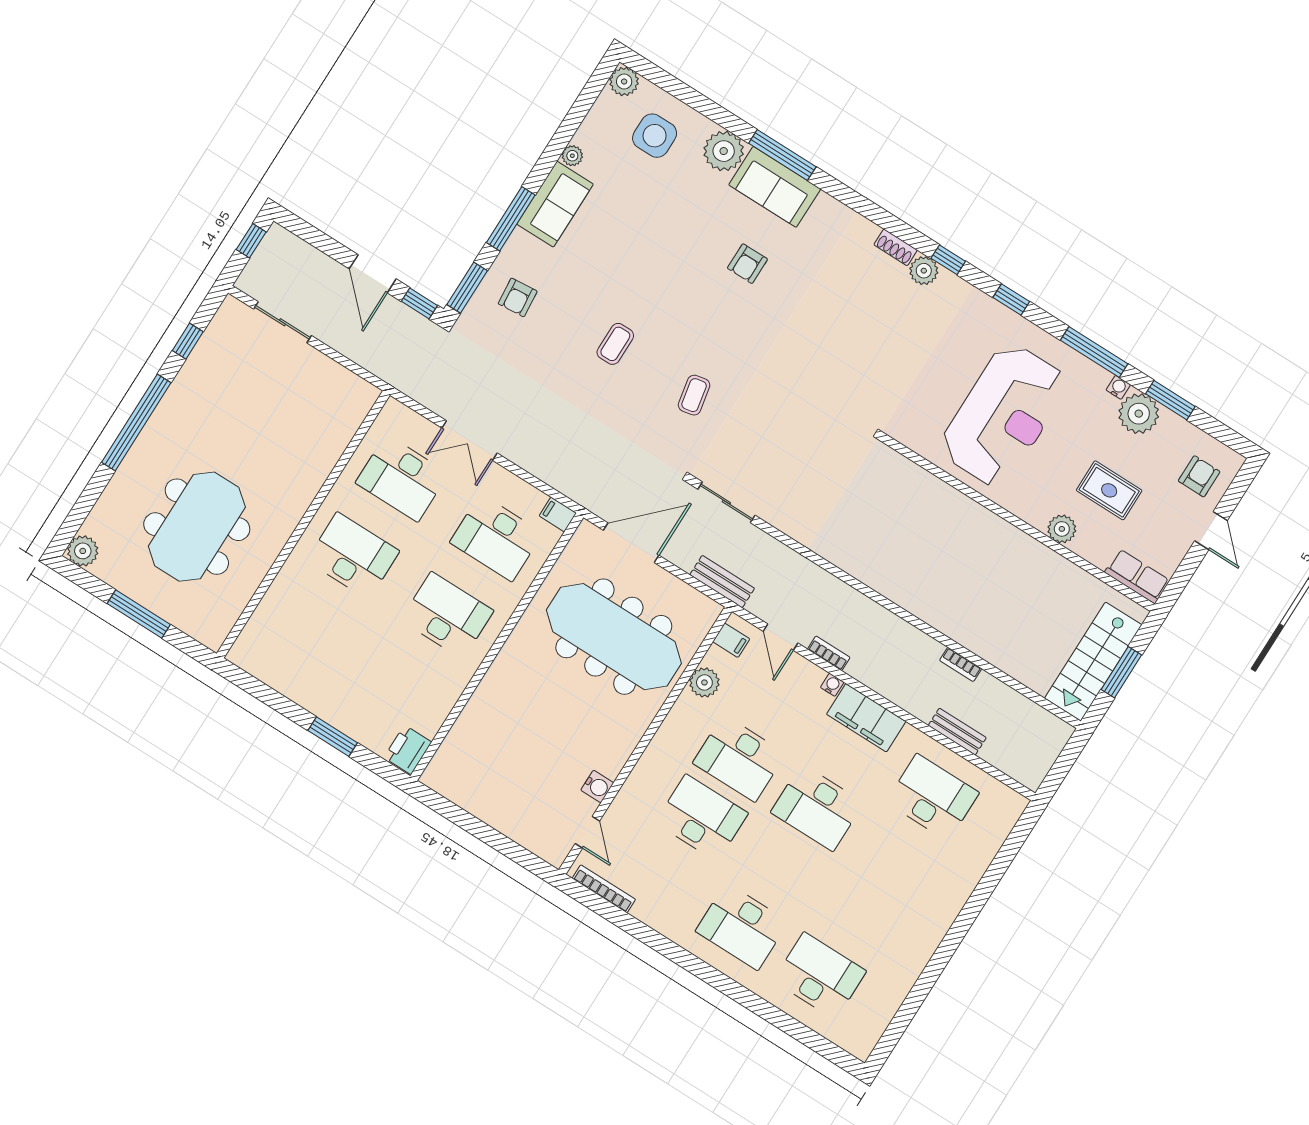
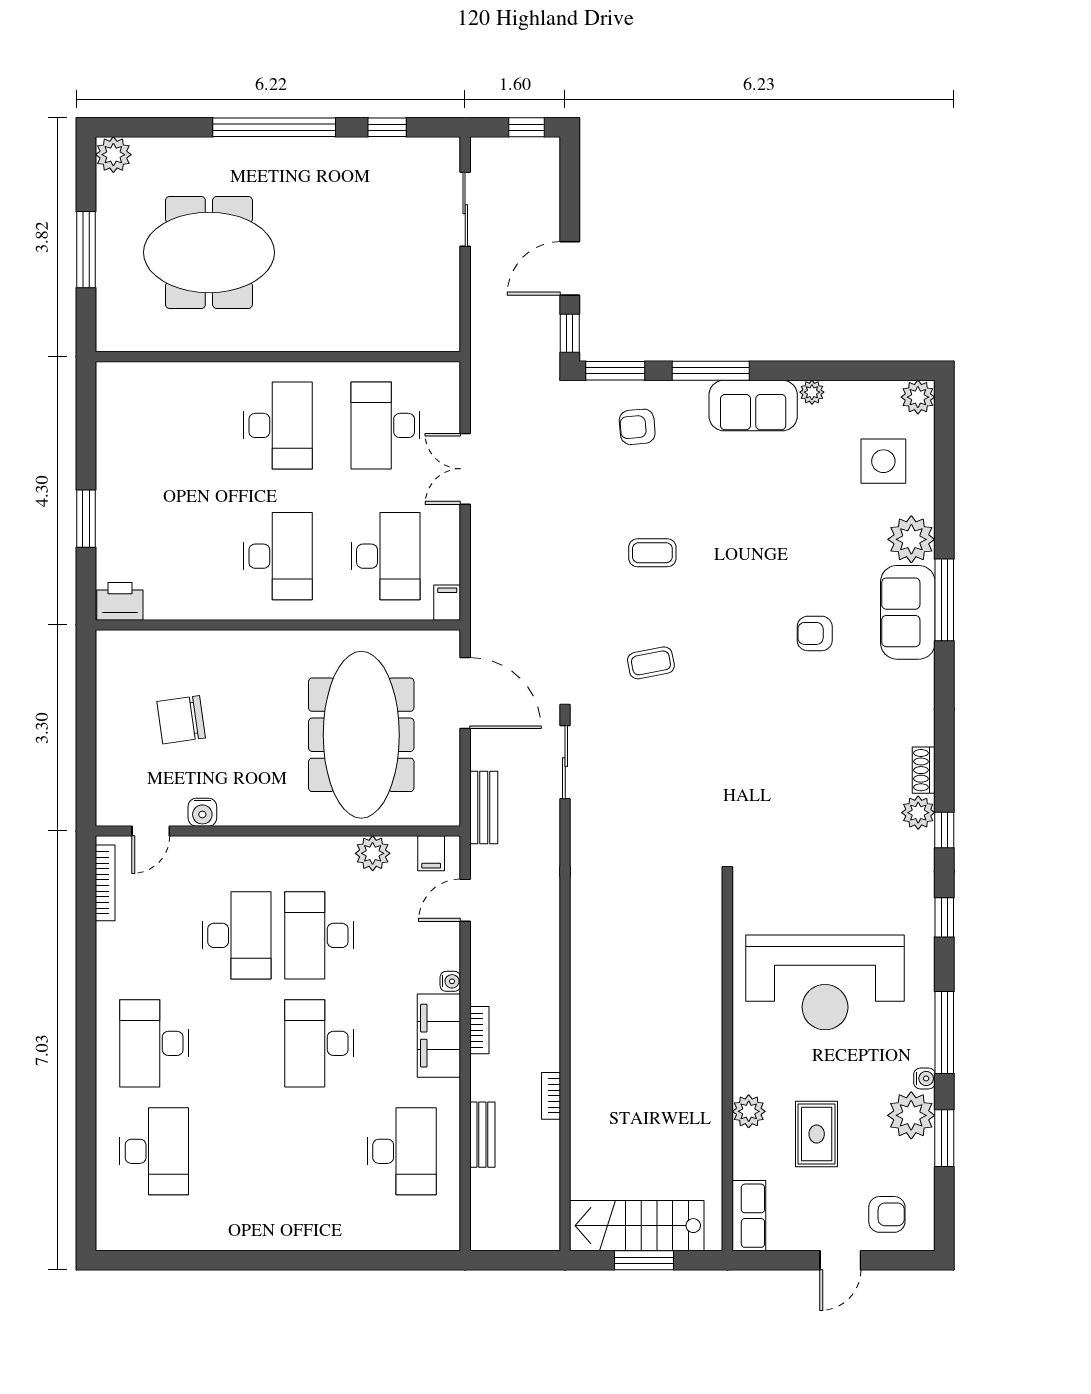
desk: (496, 538) -> (386, 556), turned 180
bookcase: (829, 653) -> (479, 1030), moved
chair: (521, 760) -> (181, 720), added

